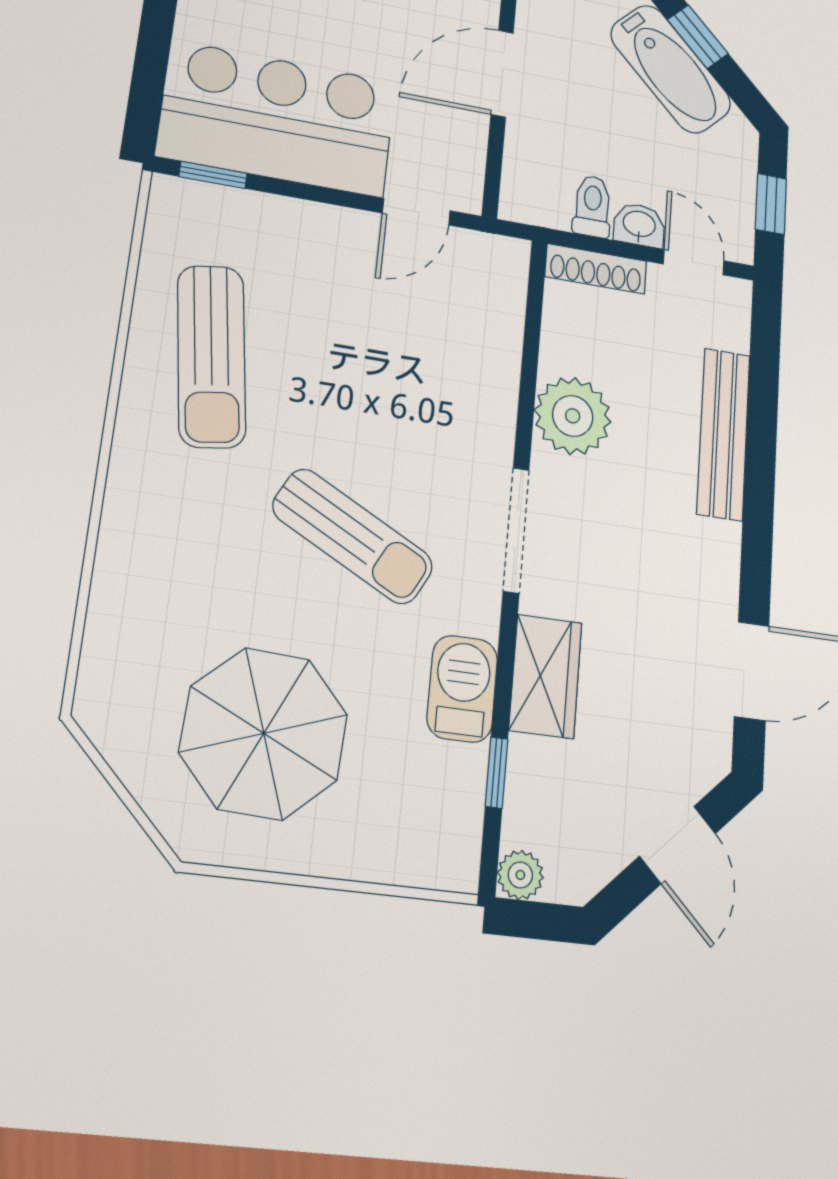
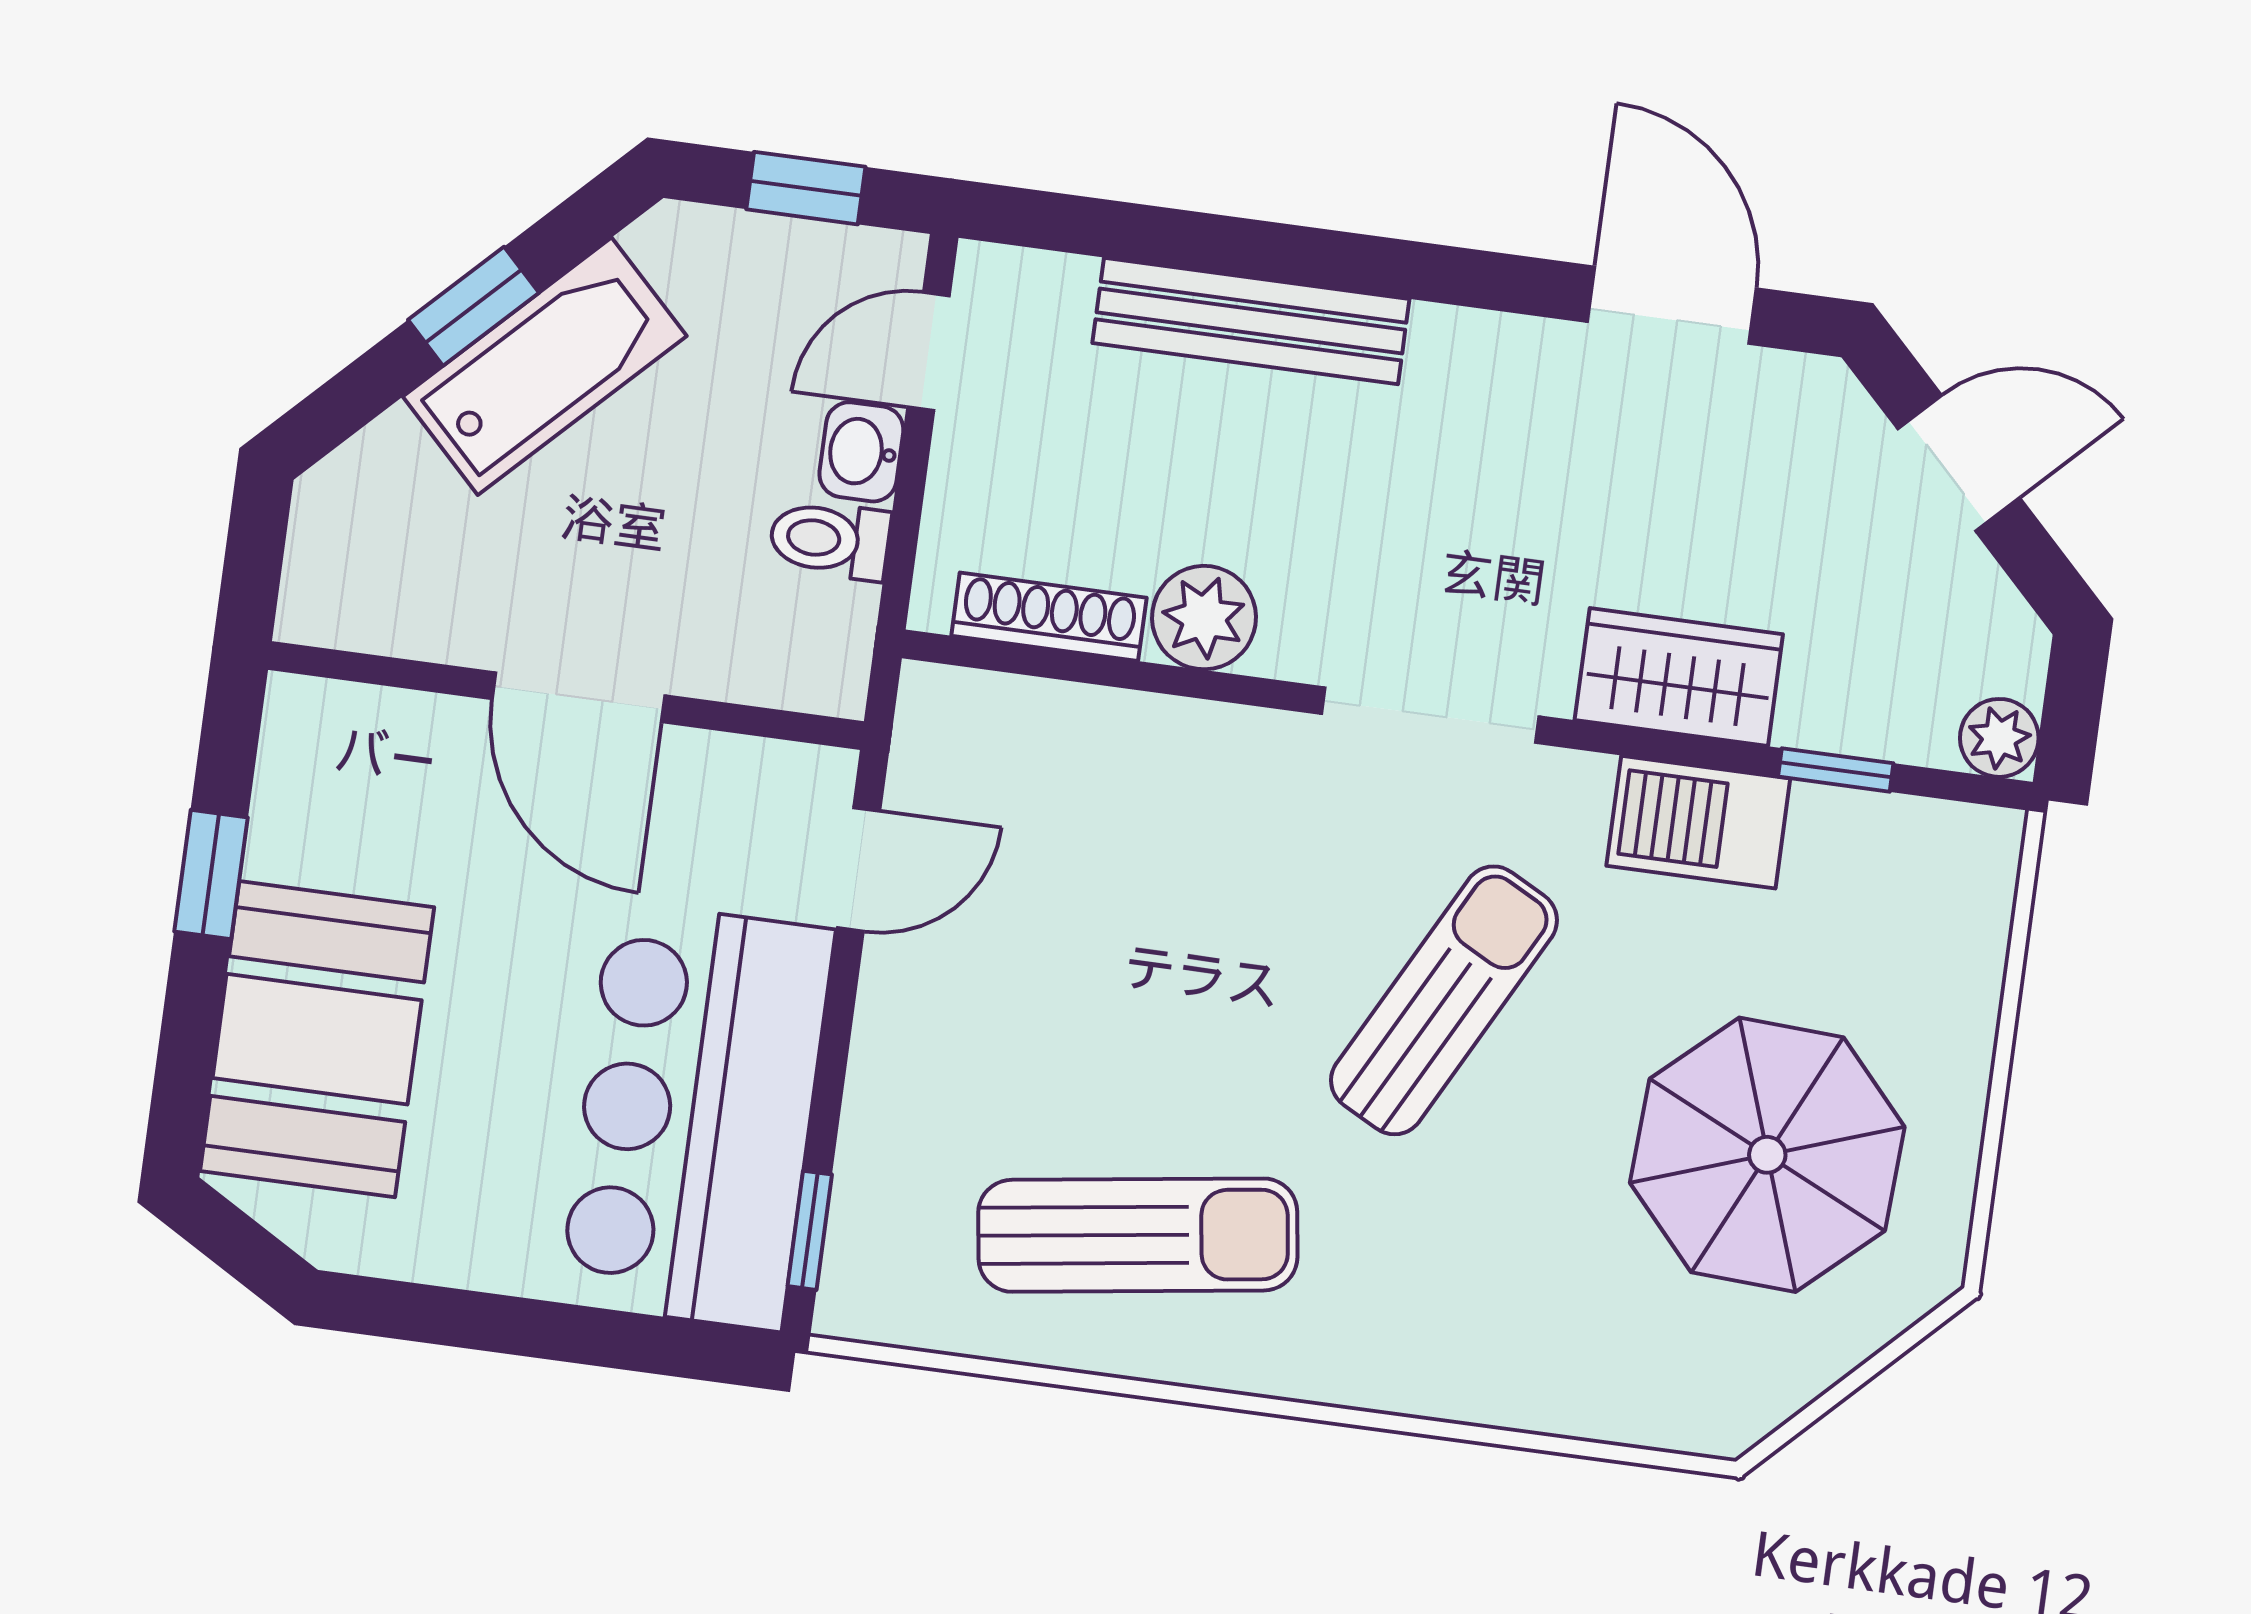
door: (416, 212) -> (859, 869), hinge flipped
shoe rack: (596, 269) -> (1049, 617), moved, turned -90
plant: (573, 416) -> (1204, 618), width x0.73, depth x0.73

